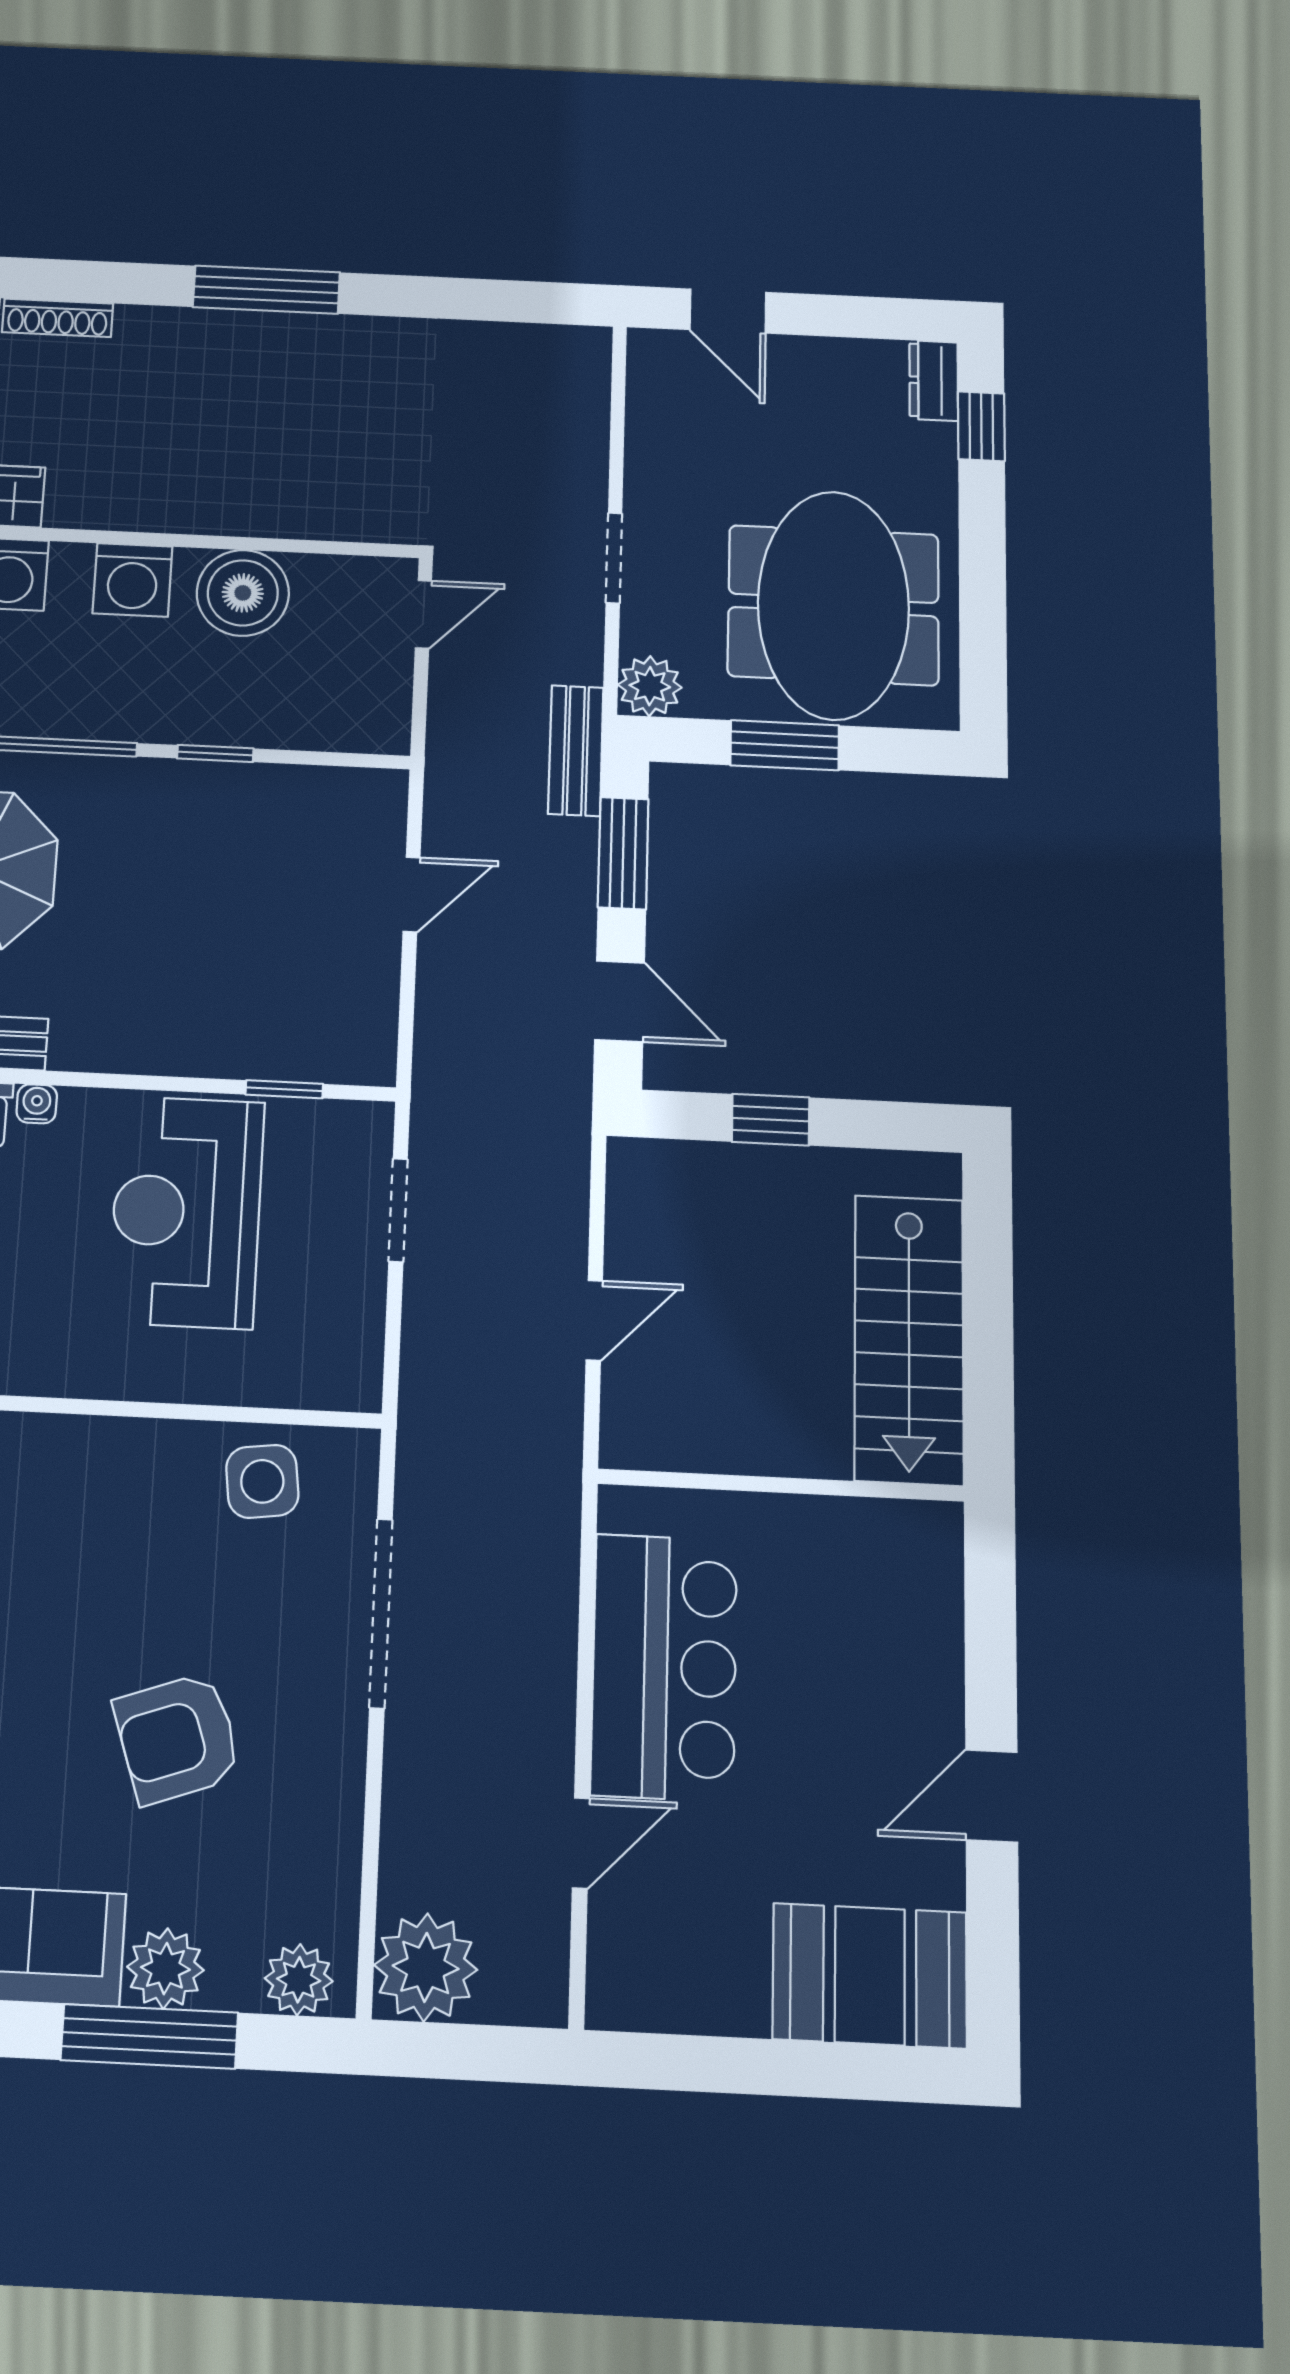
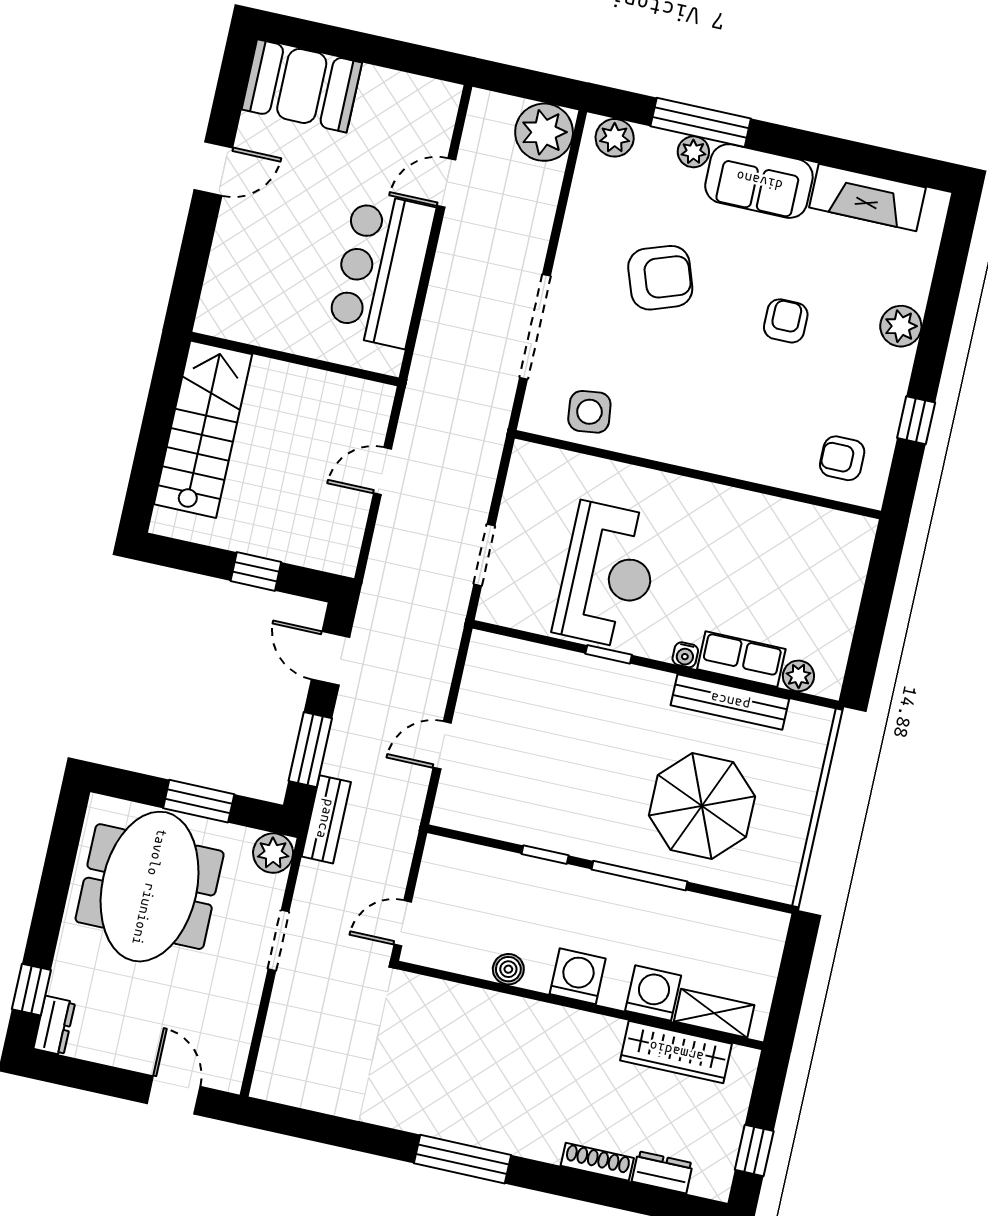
boiler: (243, 593) -> (508, 969), width x0.54, depth x0.54
window: (284, 1089) -> (609, 654), moved
plant: (165, 1968) -> (693, 152), width x0.73, depth x0.73

